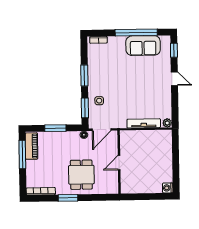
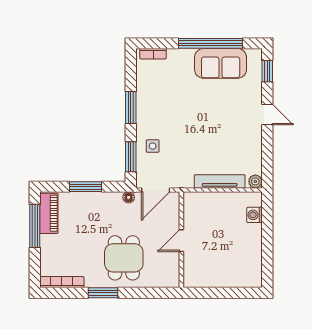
washing machine: (168, 188) -> (255, 215), moved

